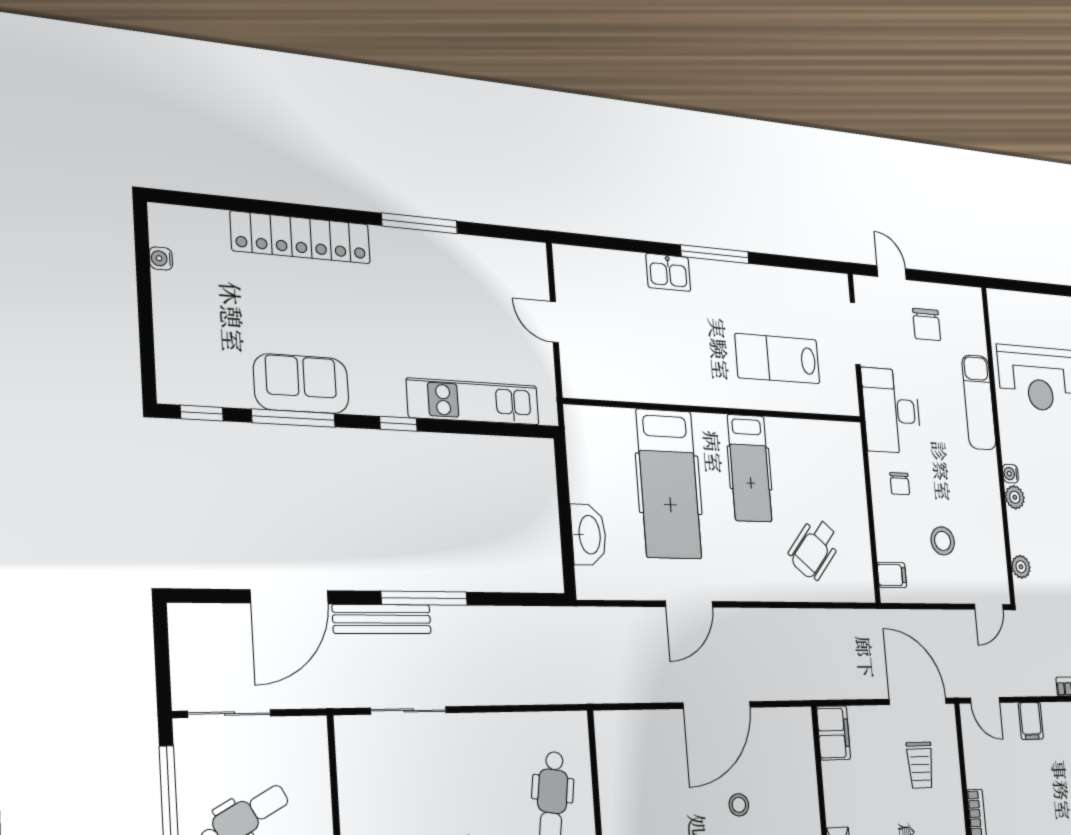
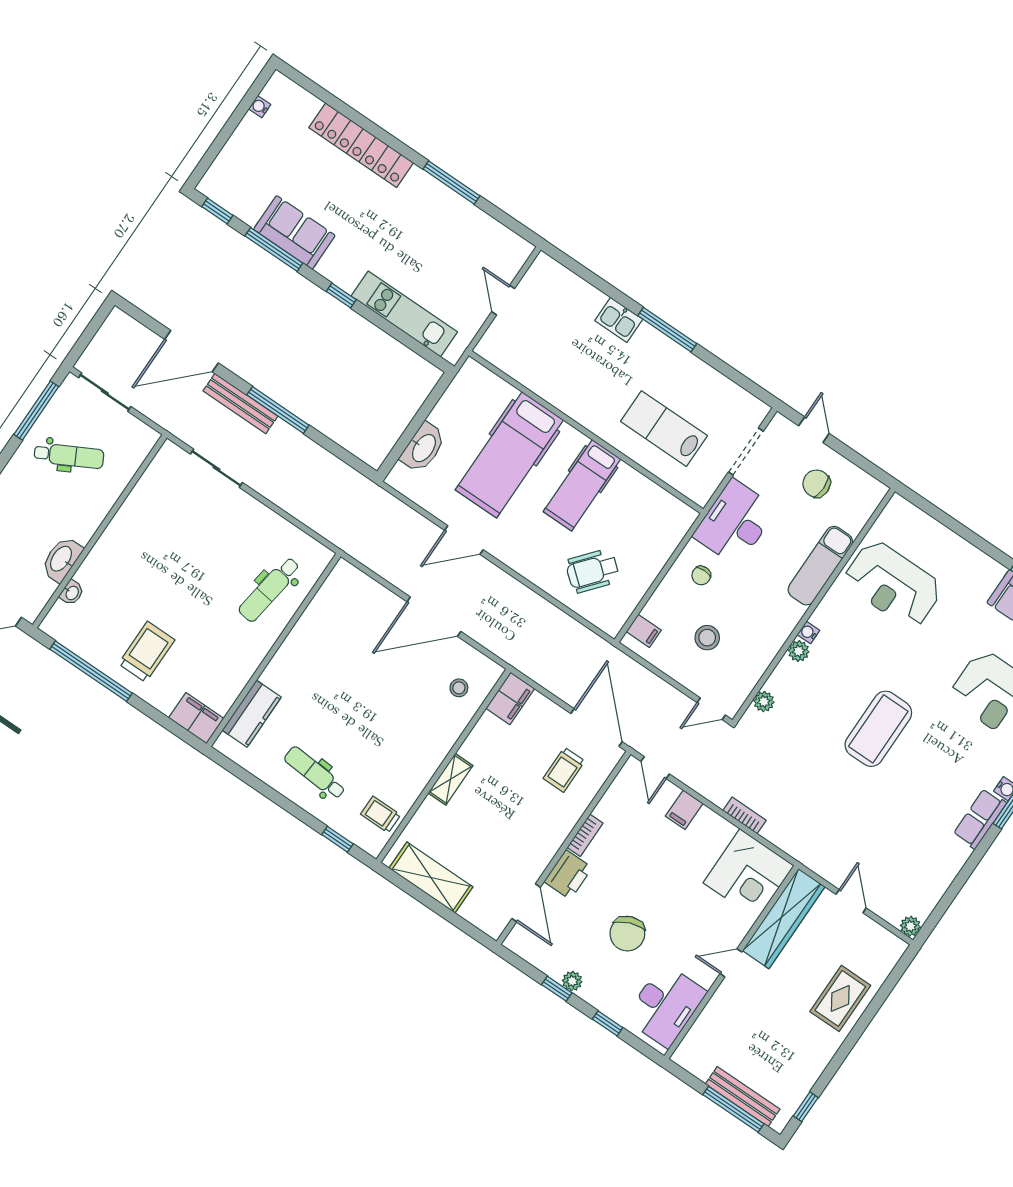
chair: (927, 324) -> (816, 484), turned 90
stool: (739, 805) -> (459, 688), moved

